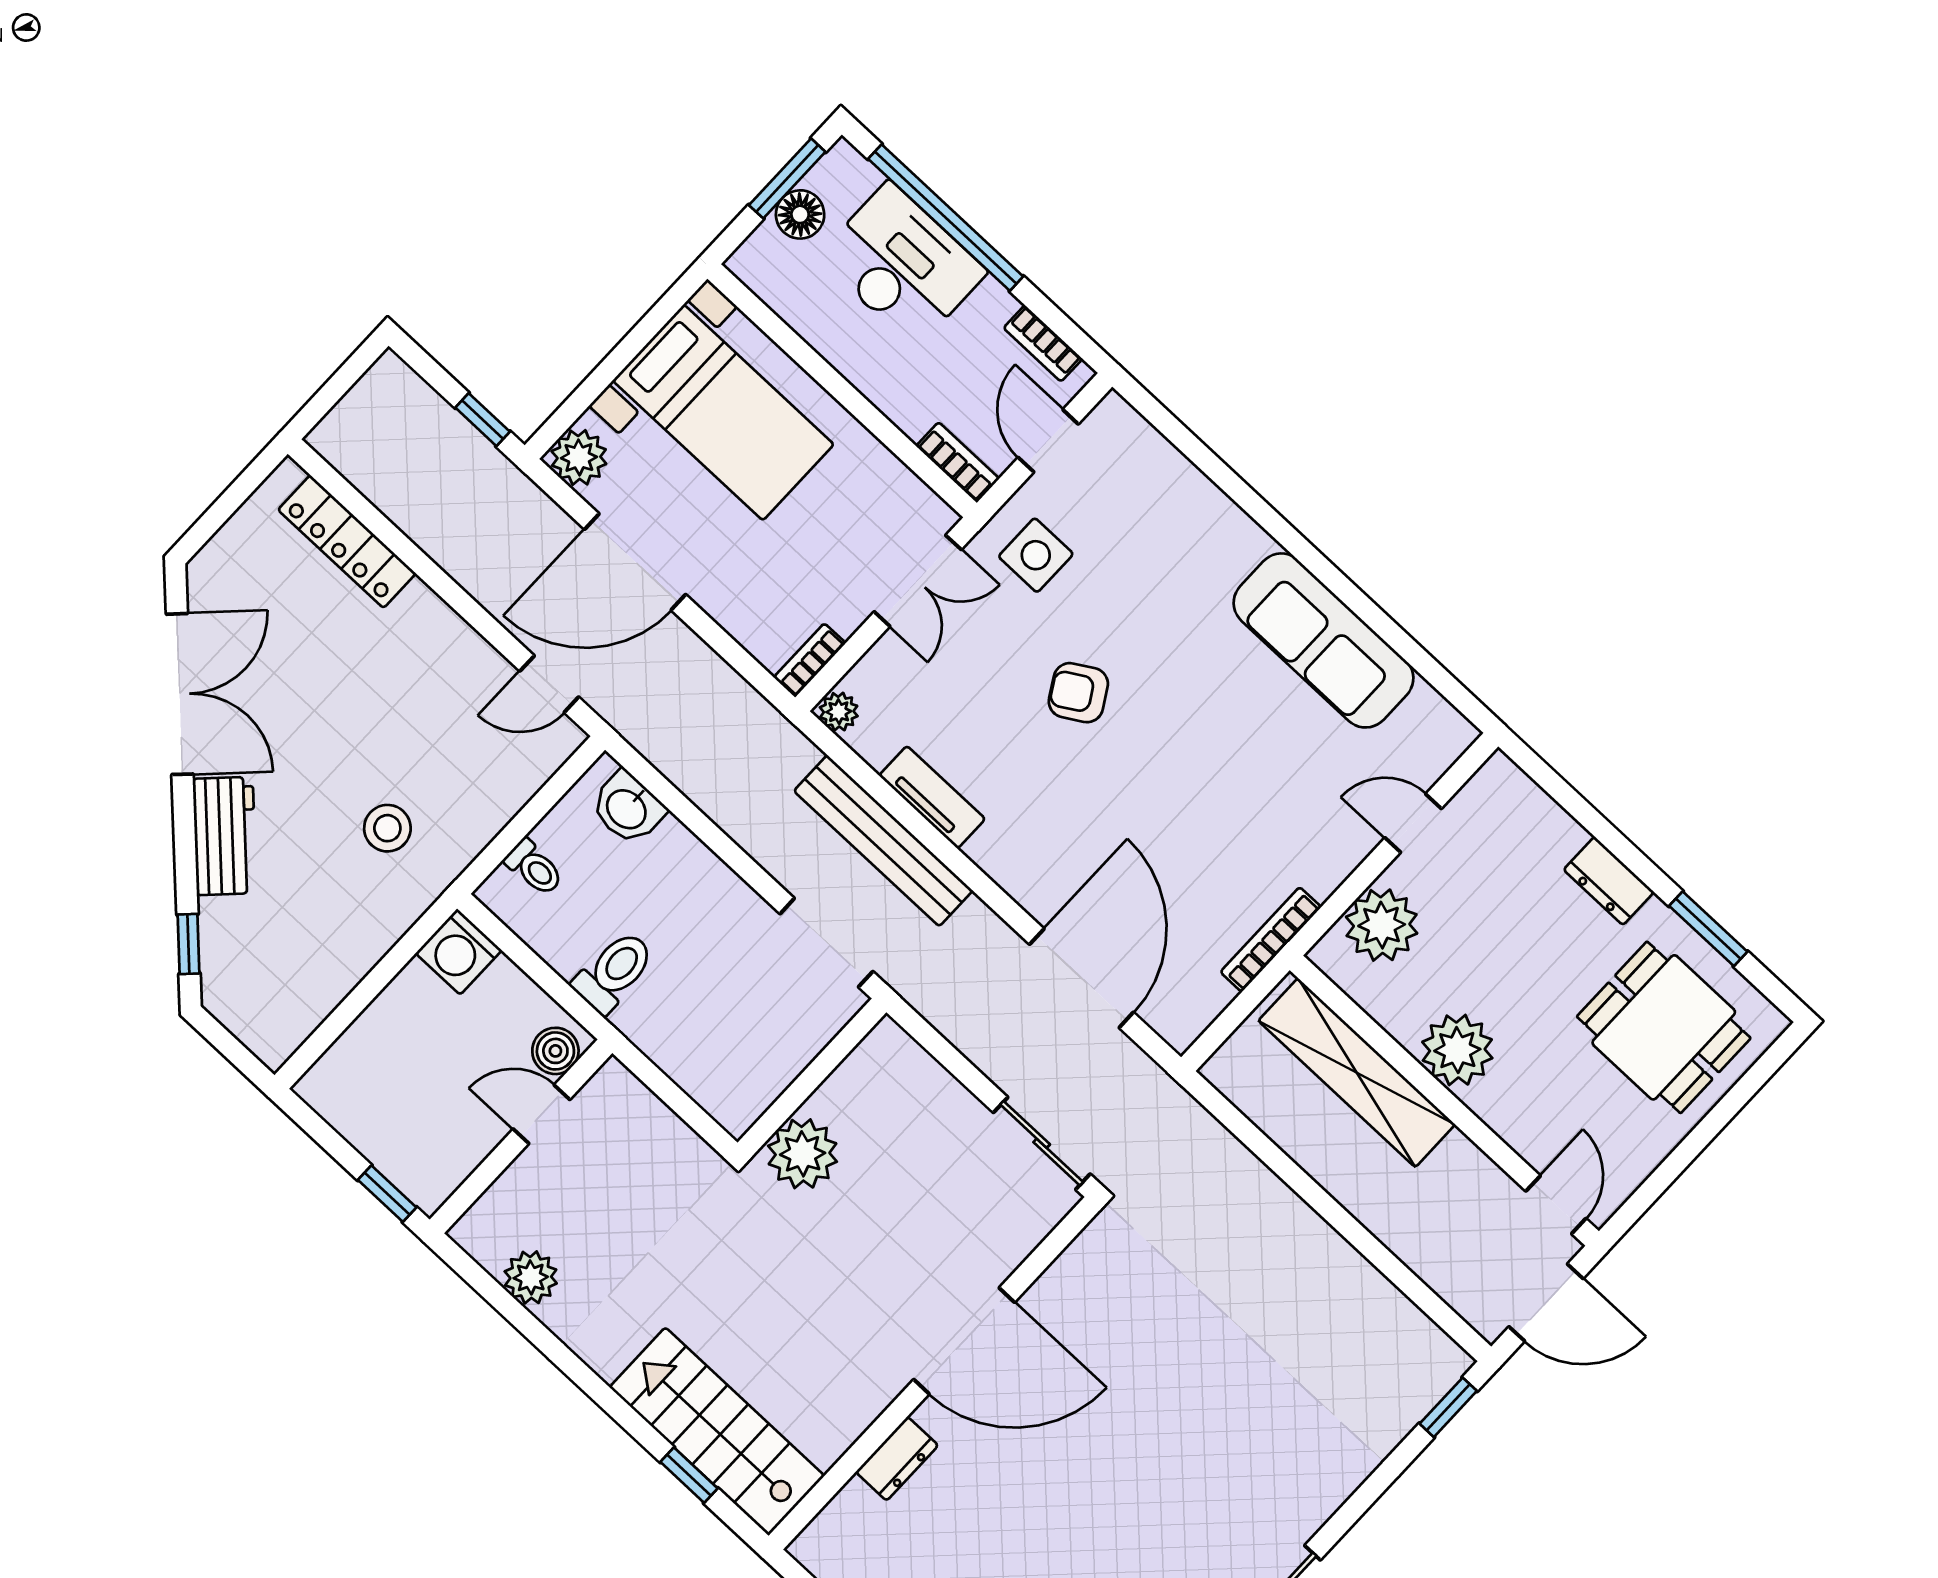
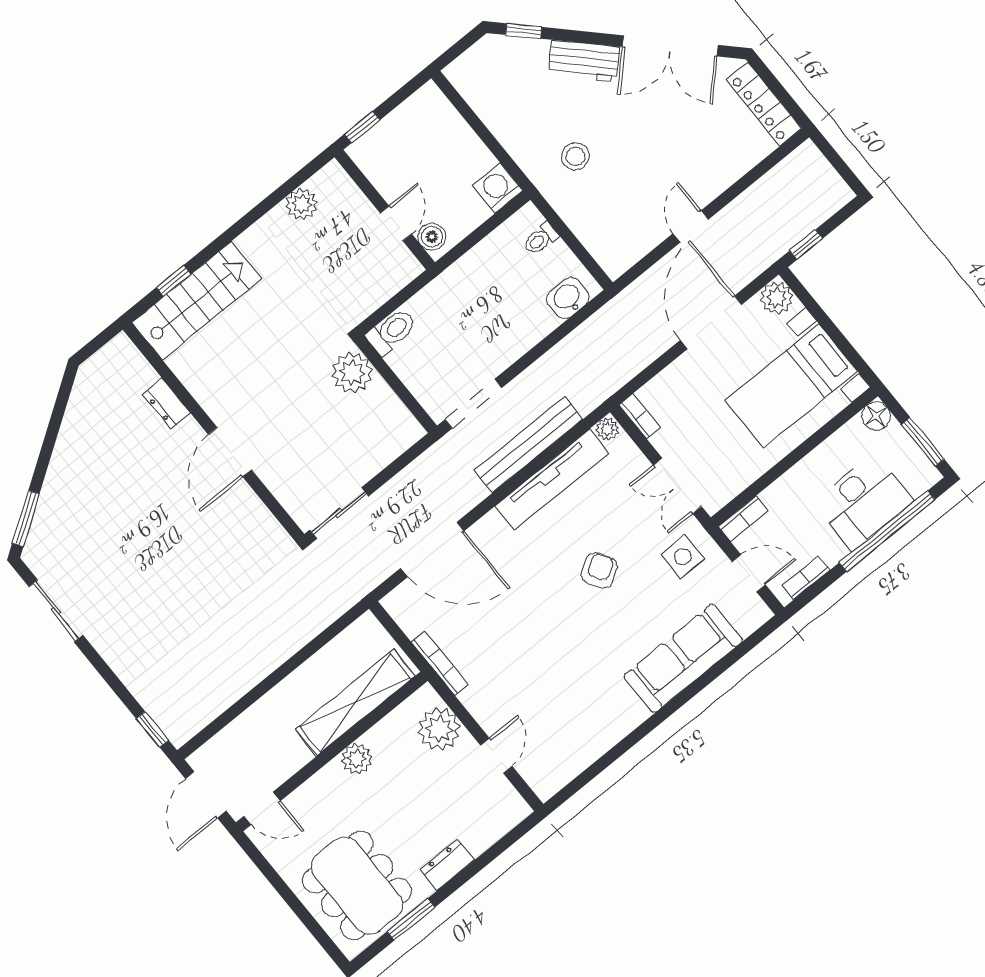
floor lamp: (800, 214) -> (876, 416), moved
locker: (347, 542) -> (764, 104), moved, turned -90
sofa: (1324, 640) -> (683, 658), moved
door: (549, 684) -> (691, 226), moved
tv unit: (932, 797) -> (552, 480), width x1.92, depth x1.29
toilet: (614, 972) -> (392, 332), moved, turned -90
dining table: (1664, 1027) -> (357, 886), width x1.38
plant: (1457, 1050) -> (357, 759), width x0.73, depth x0.73
door: (964, 1341) -> (230, 452), width x0.73

